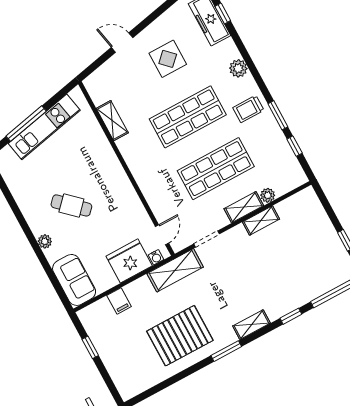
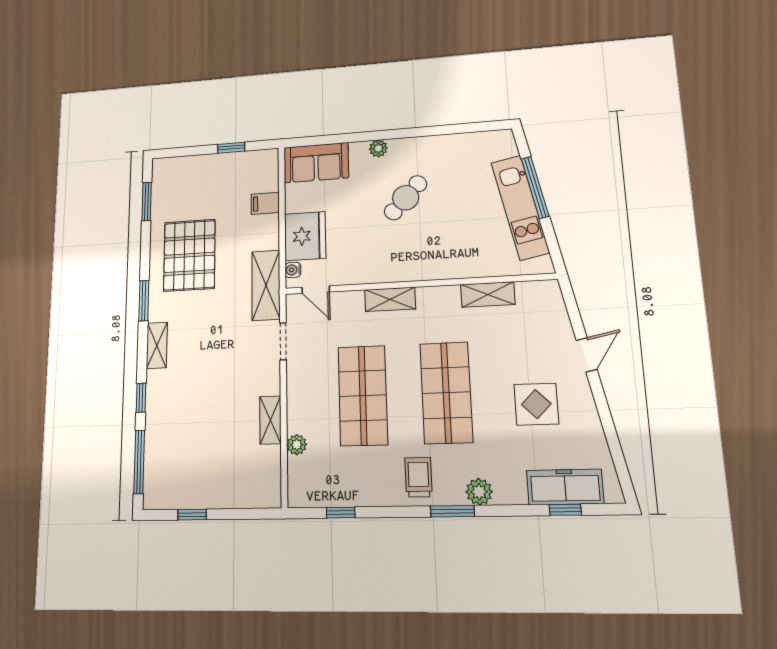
window: (278, 115) -> (452, 511), moved
shelving: (244, 207) -> (390, 299), moved, turned 90
window: (157, 389) -> (147, 202), added

